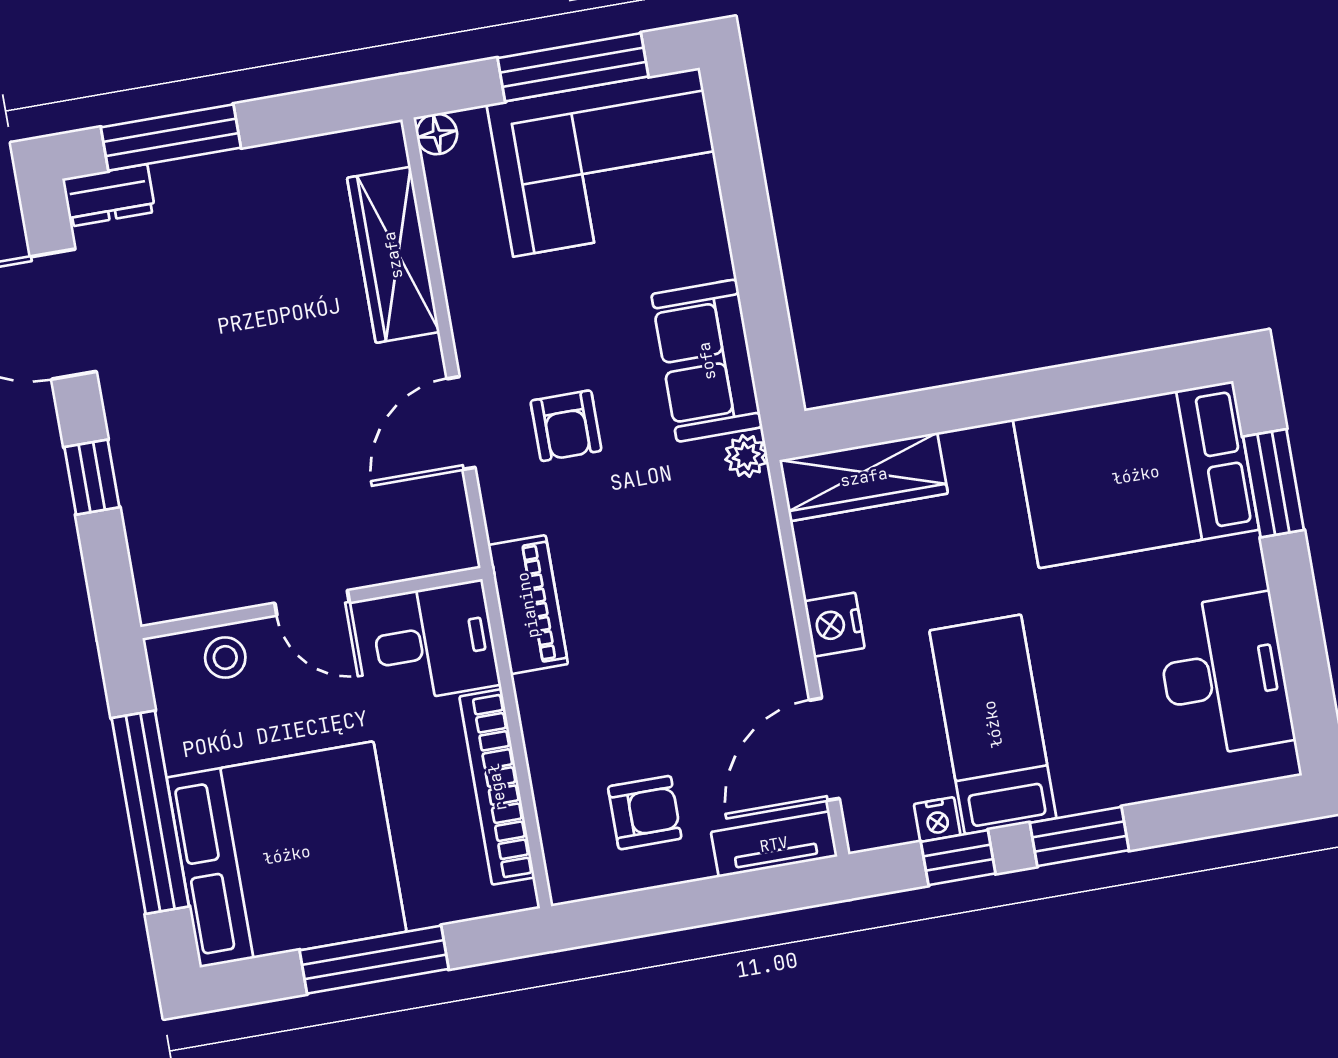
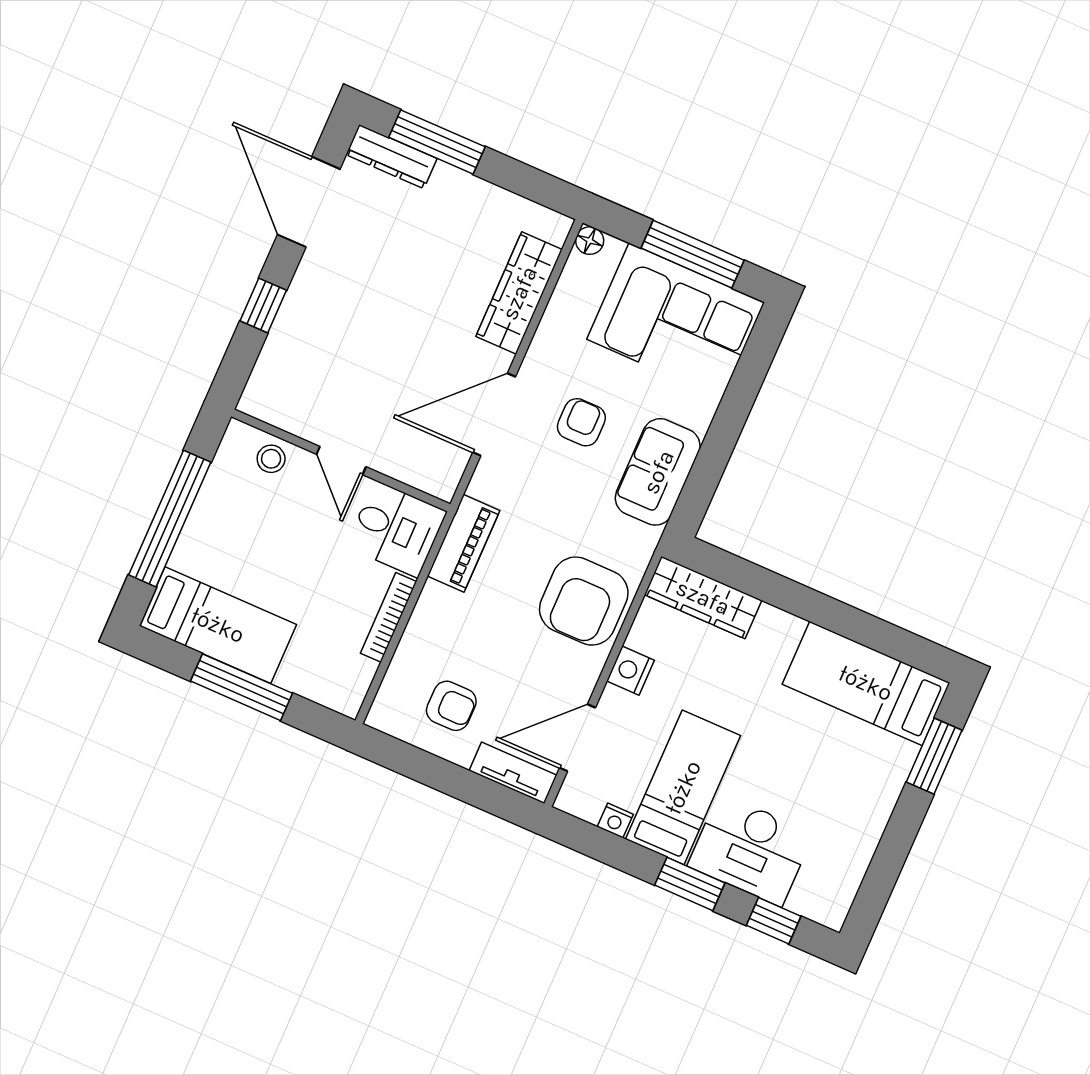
dresser: (109, 195) -> (392, 157), width x1.44
door: (461, 423) -> (494, 414), width x1.36
armchair: (566, 426) -> (581, 422), moved, turned 180
plant: (746, 456) -> (644, 541), removed
bed: (1136, 475) -> (866, 683), width x0.67
armchair: (721, 578) -> (584, 601), added
desk: (1224, 675) -> (750, 850), moved, turned 90
bookcase: (497, 787) -> (389, 617), width x0.68, depth x0.76
bed: (287, 855) -> (218, 625), width x0.49
window: (958, 858) -> (774, 921), moved

